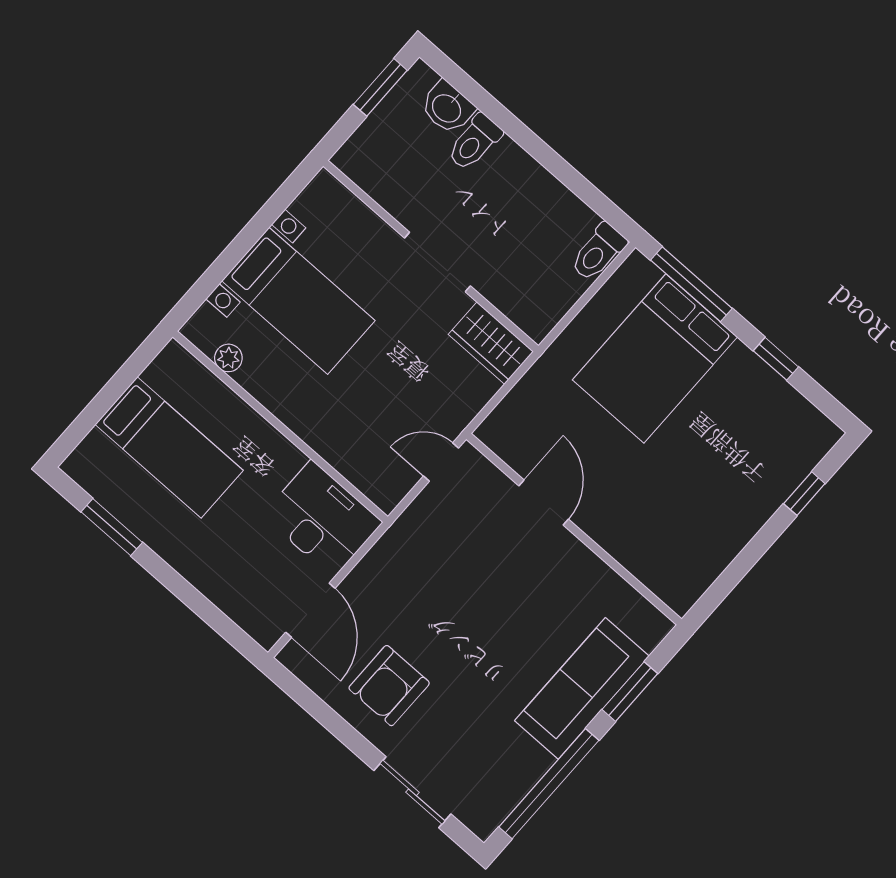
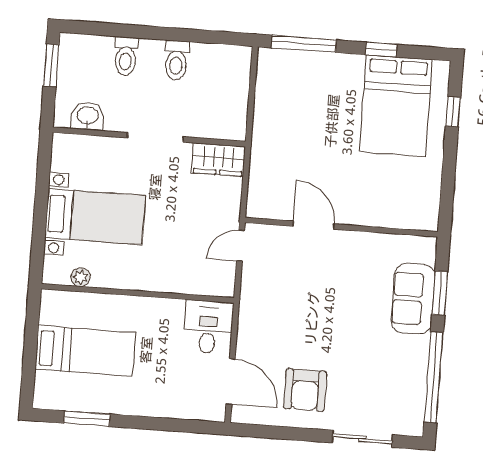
washbasin: (447, 108) -> (88, 116), moved, turned 180
toilet: (598, 252) -> (176, 60), moved
bed: (655, 358) -> (396, 106), moved
desk: (322, 519) -> (208, 327), width x0.73
sofa: (582, 688) -> (413, 299), width x0.73

